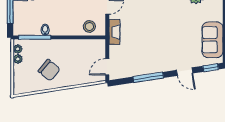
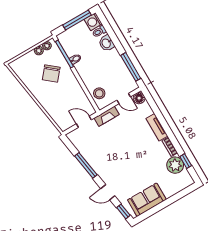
door: (107, 67) -> (84, 122), moved
chair: (49, 70) -> (51, 73), moved
door: (185, 72) -> (108, 192), hinge flipped

